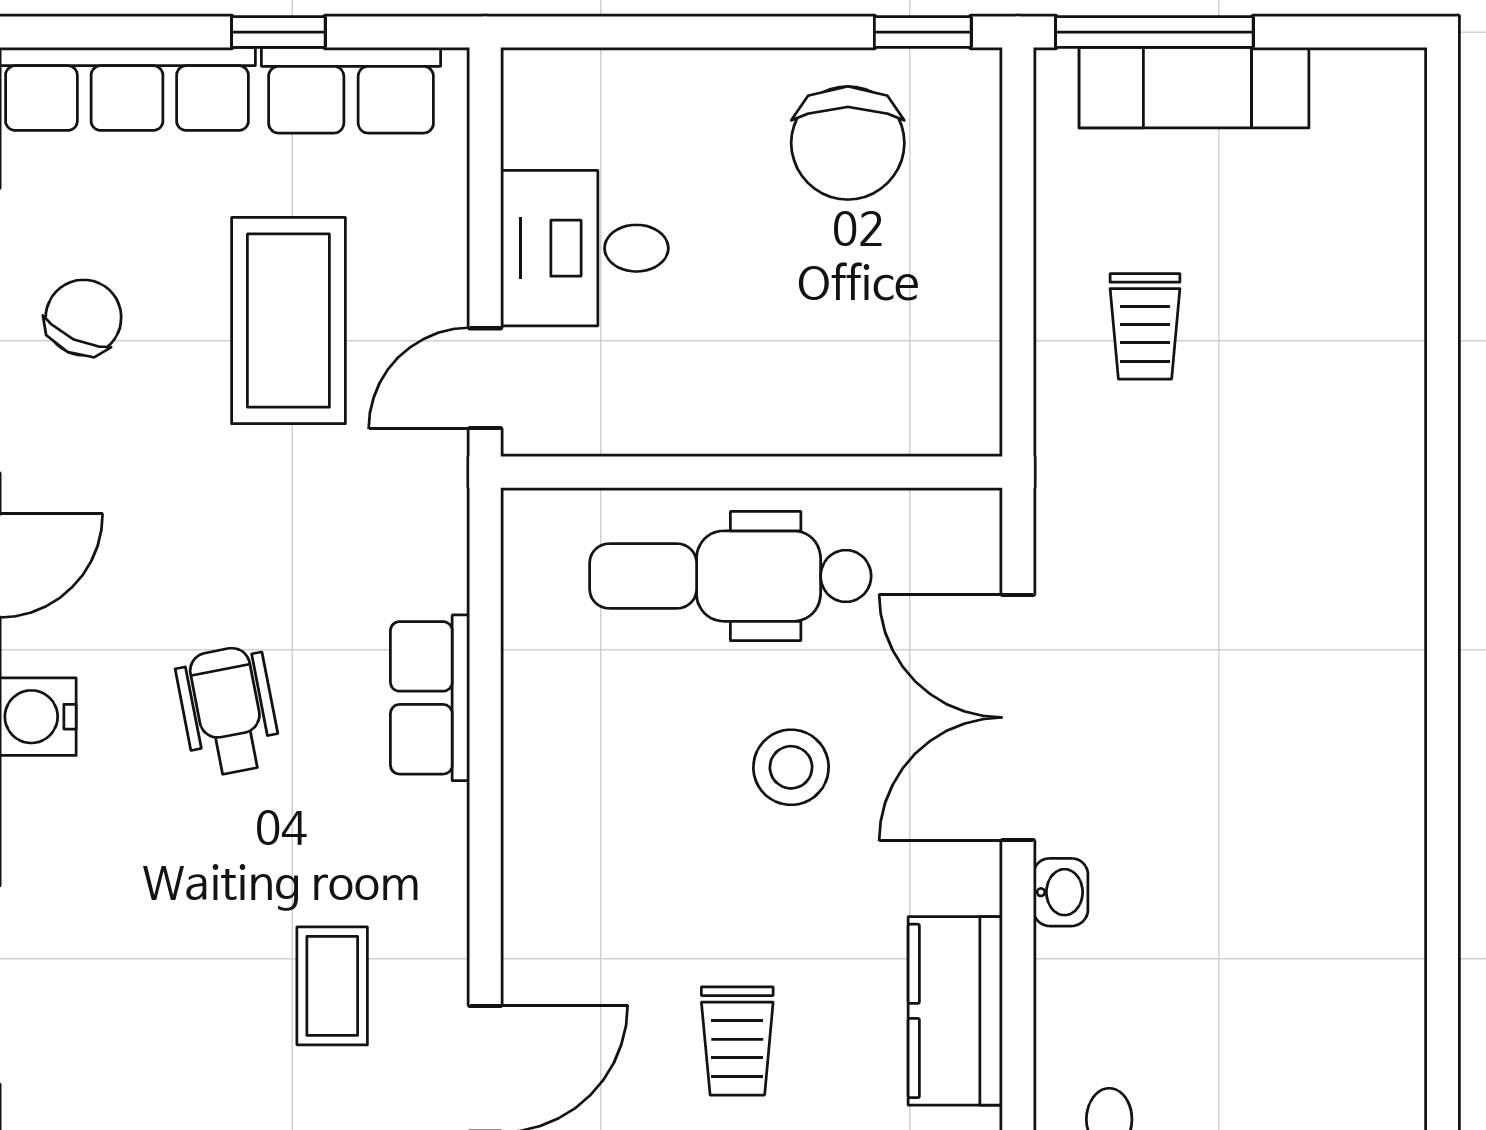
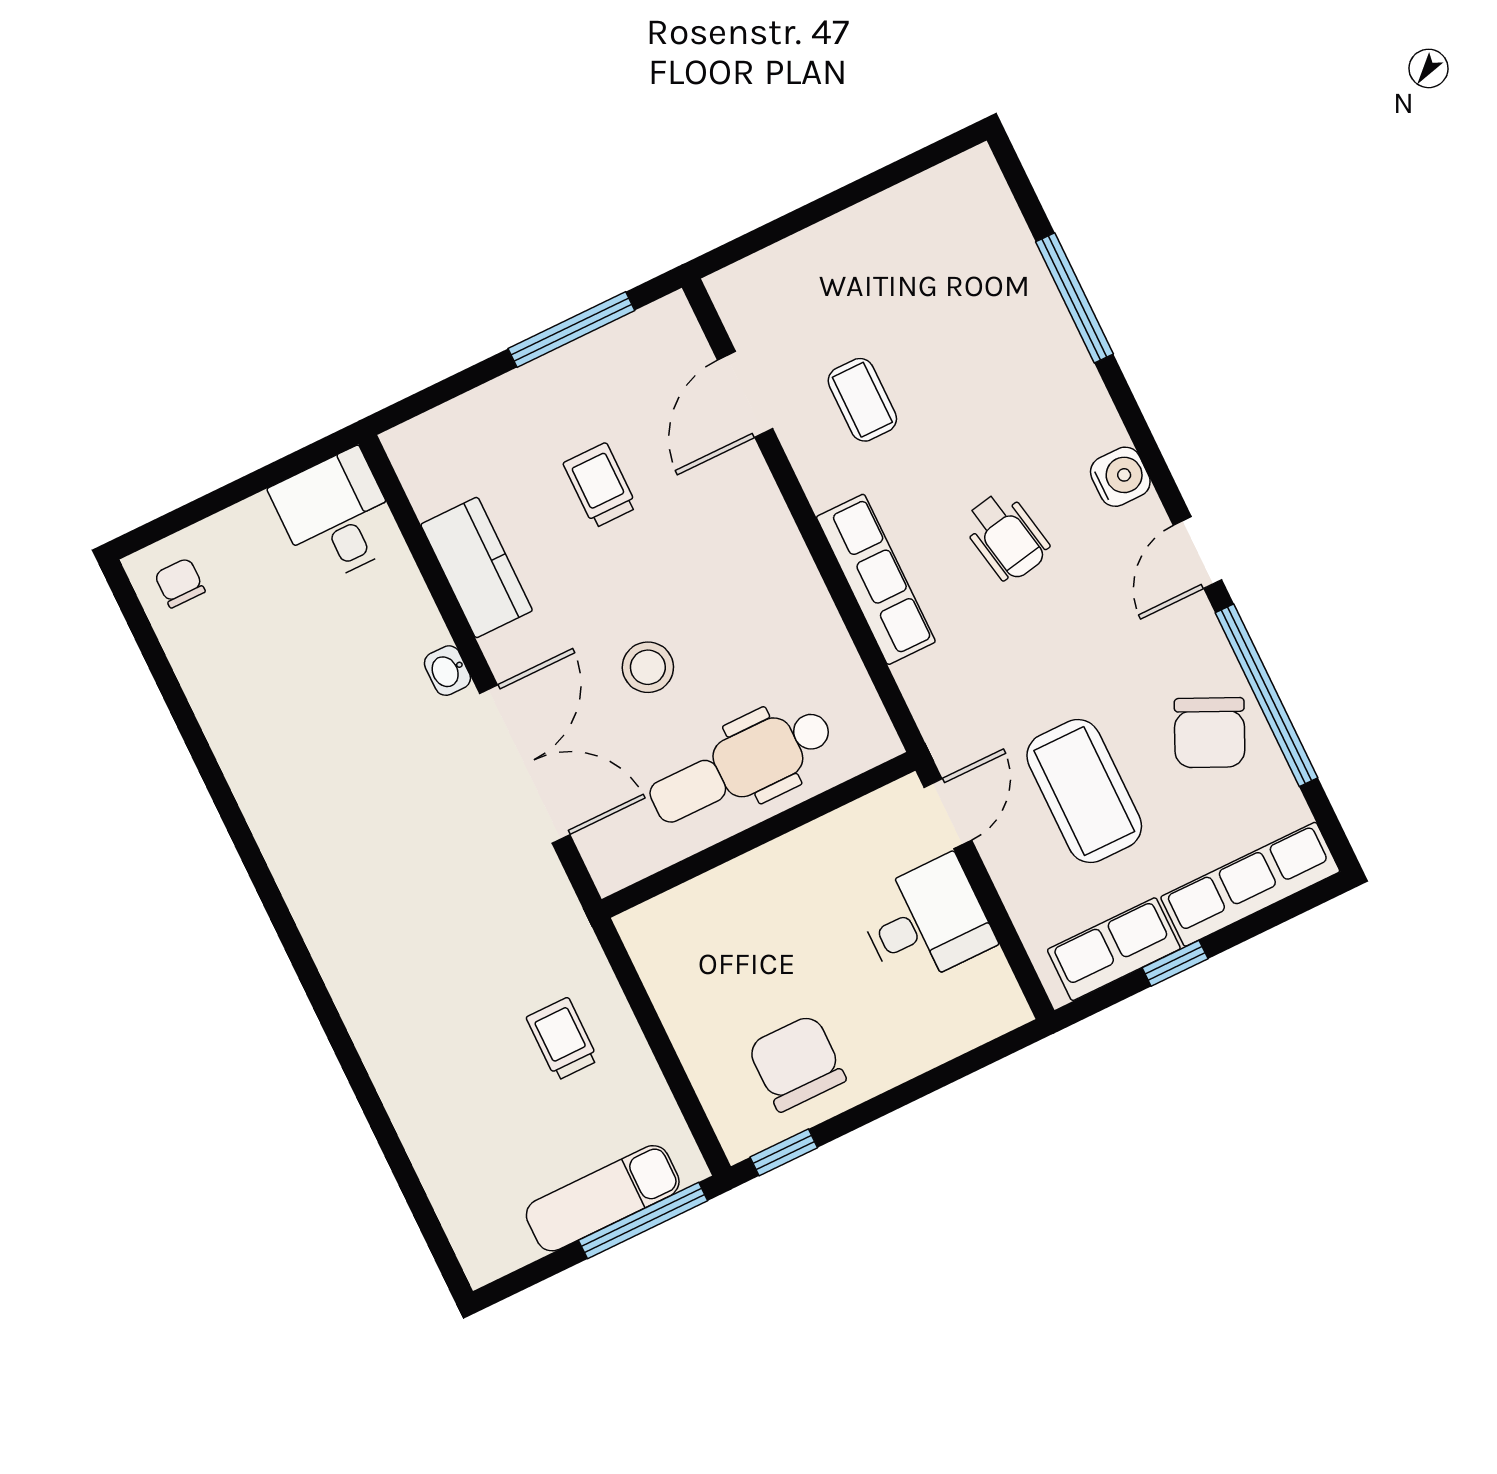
chair: (83, 318) -> (1210, 733), width x1.37, depth x1.37
dental chair: (730, 576) -> (741, 766), turned 180
row of seats: (430, 698) -> (876, 579), width x1.48

